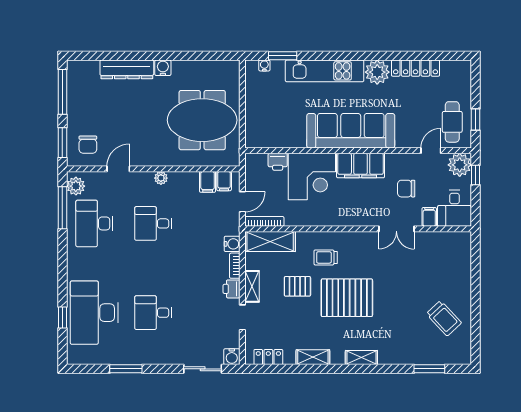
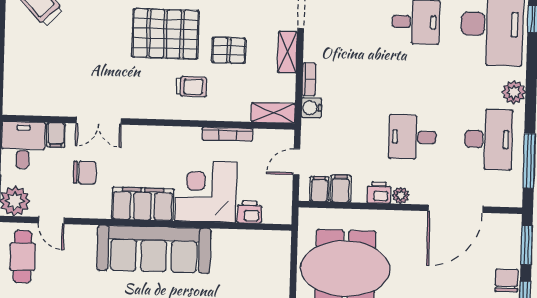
chair: (88, 145) -> (506, 280), moved
door: (431, 151) -> (51, 220), hinge flipped
door: (118, 169) -> (456, 209), width x1.87
plant: (76, 186) -> (514, 92), moved
bookcase: (264, 221) -> (227, 134), moved
desk: (153, 223) -> (412, 137), turned 180
double door: (396, 229) -> (99, 121), swing flipped
shelving: (270, 242) -> (273, 113), width x0.67, depth x0.75
printer: (231, 289) -> (379, 193), moved, turned -90

